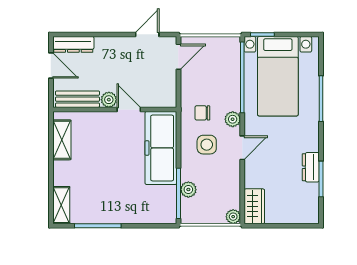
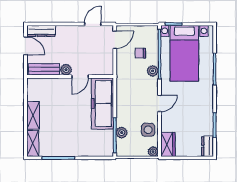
door: (129, 109) -> (80, 77), swing flipped
chair: (202, 113) -> (140, 53), moved
plant: (233, 119) -> (153, 71), moved
shelving: (62, 140) -> (33, 115), moved
side table: (207, 145) -> (148, 130), moved
dresser: (311, 167) -> (207, 146), moved

